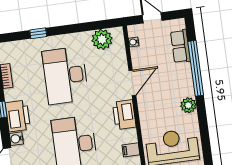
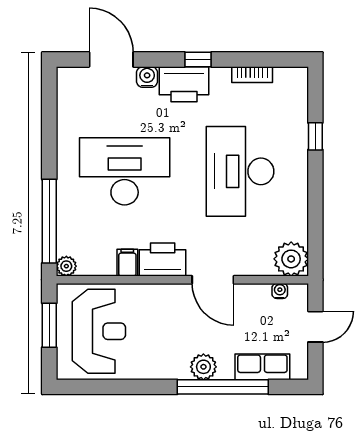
plant: (102, 39) -> (291, 259), moved
desk: (65, 75) -> (240, 171), turned -90
plant: (188, 105) -> (203, 367), moved
filing cabinet: (131, 150) -> (127, 263), moved

